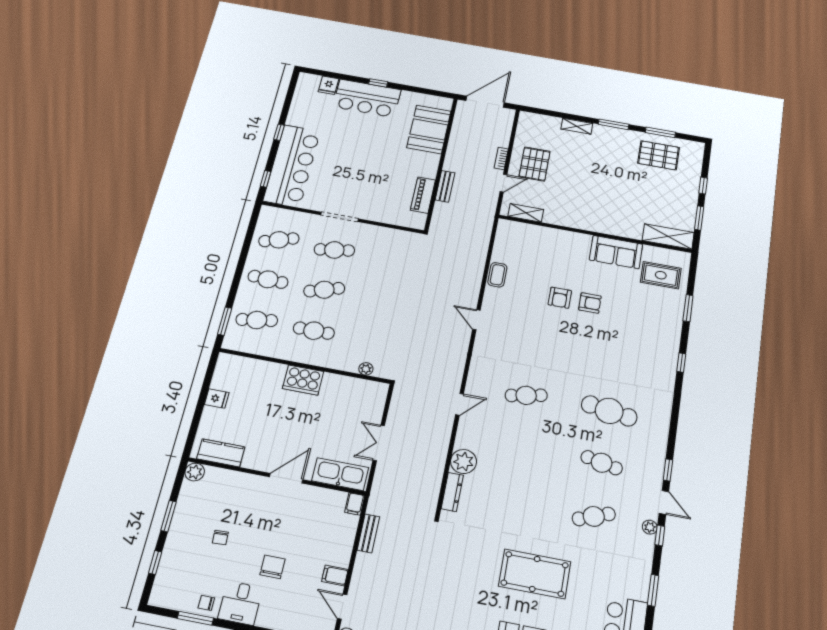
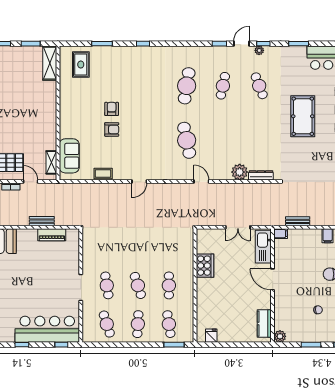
sofa: (616, 252) -> (69, 156), moved
plant: (366, 369) -> (189, 246), removed
cooker: (303, 380) -> (205, 266), moved
cafe table: (526, 395) -> (187, 140), width x1.37, depth x1.35
fridge: (217, 398) -> (211, 336), moved

